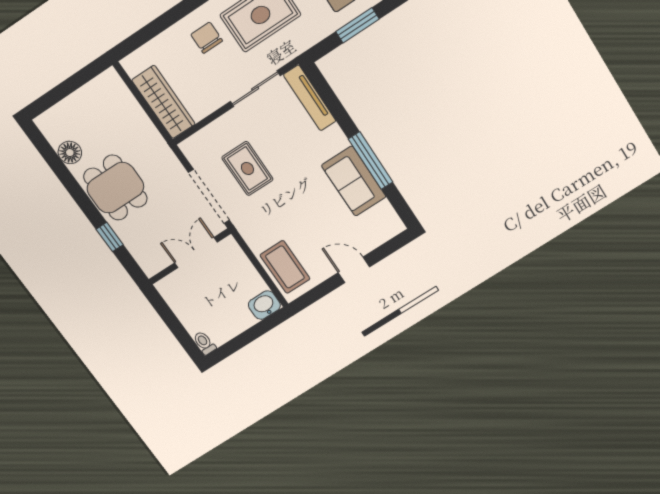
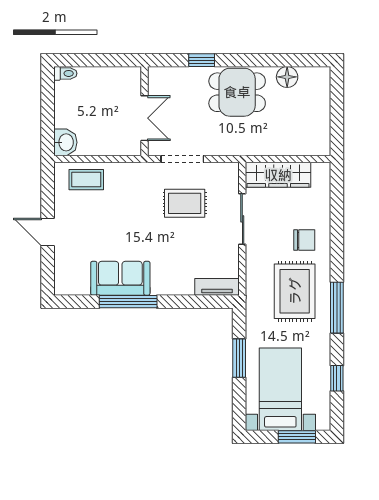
sliding door: (255, 89) -> (242, 219), moved
tv unit: (310, 98) -> (217, 287), width x0.71
doorway: (209, 196) -> (182, 159), width x0.73
coffee table: (285, 267) -> (86, 180), width x0.73, depth x0.77
door: (354, 270) -> (48, 232), swing flipped

